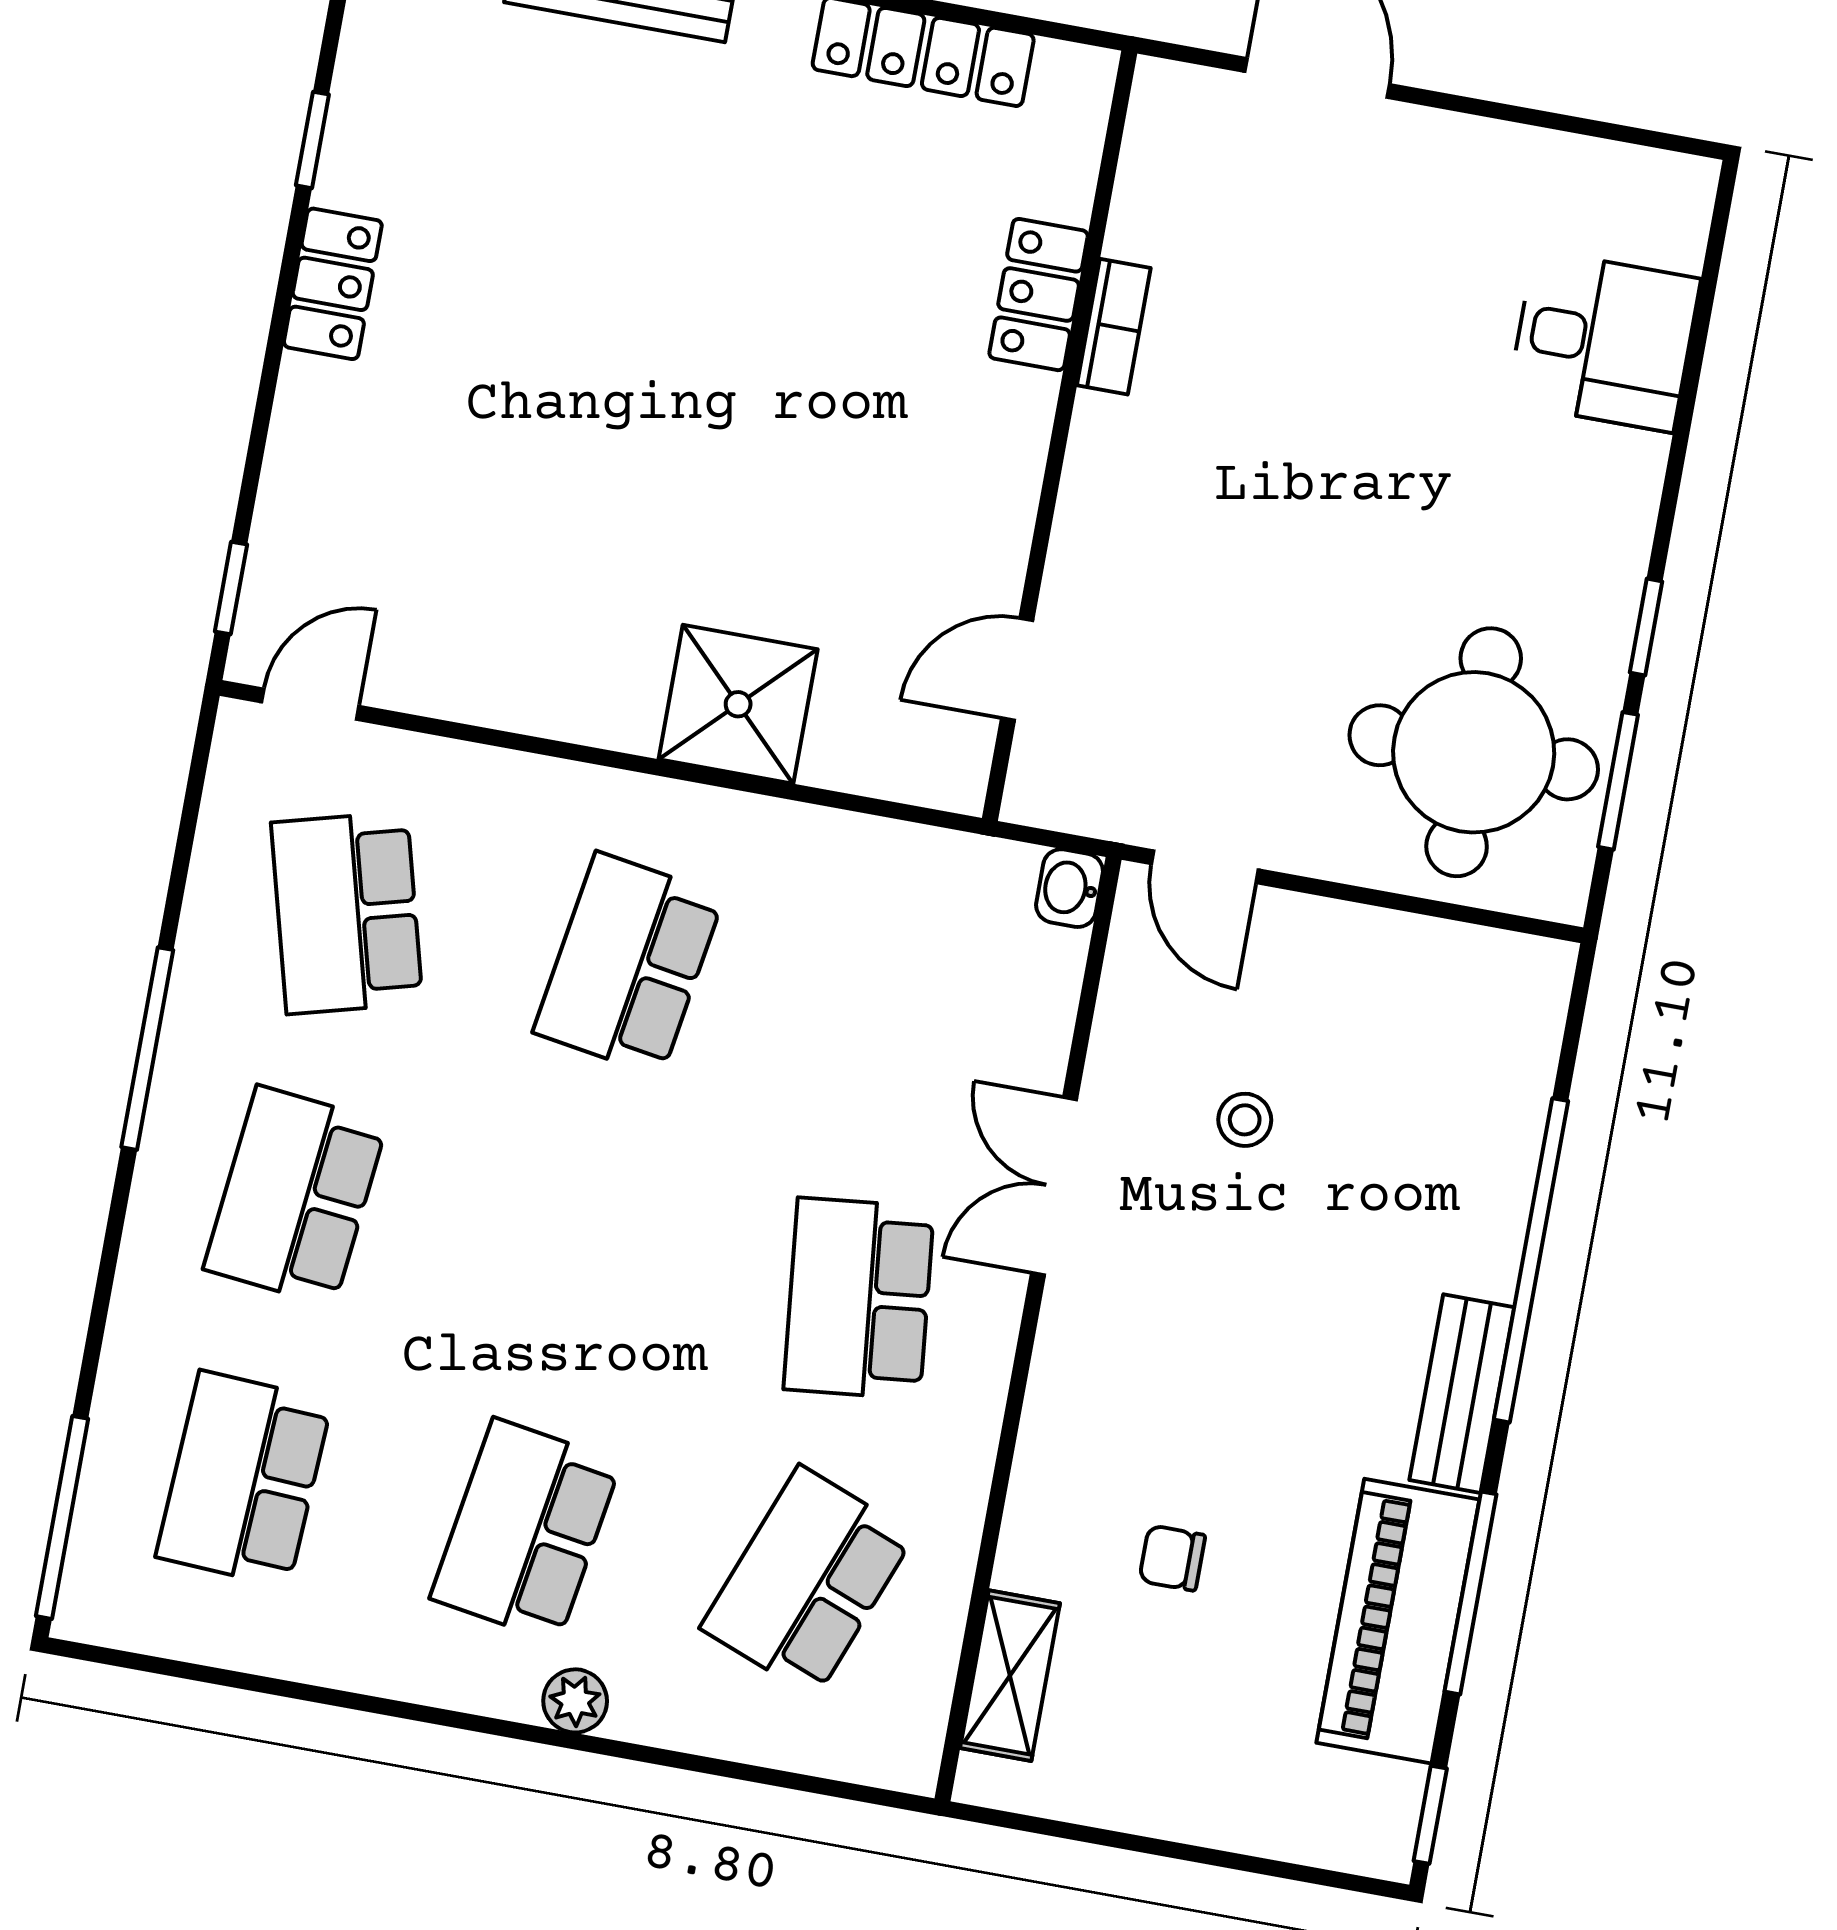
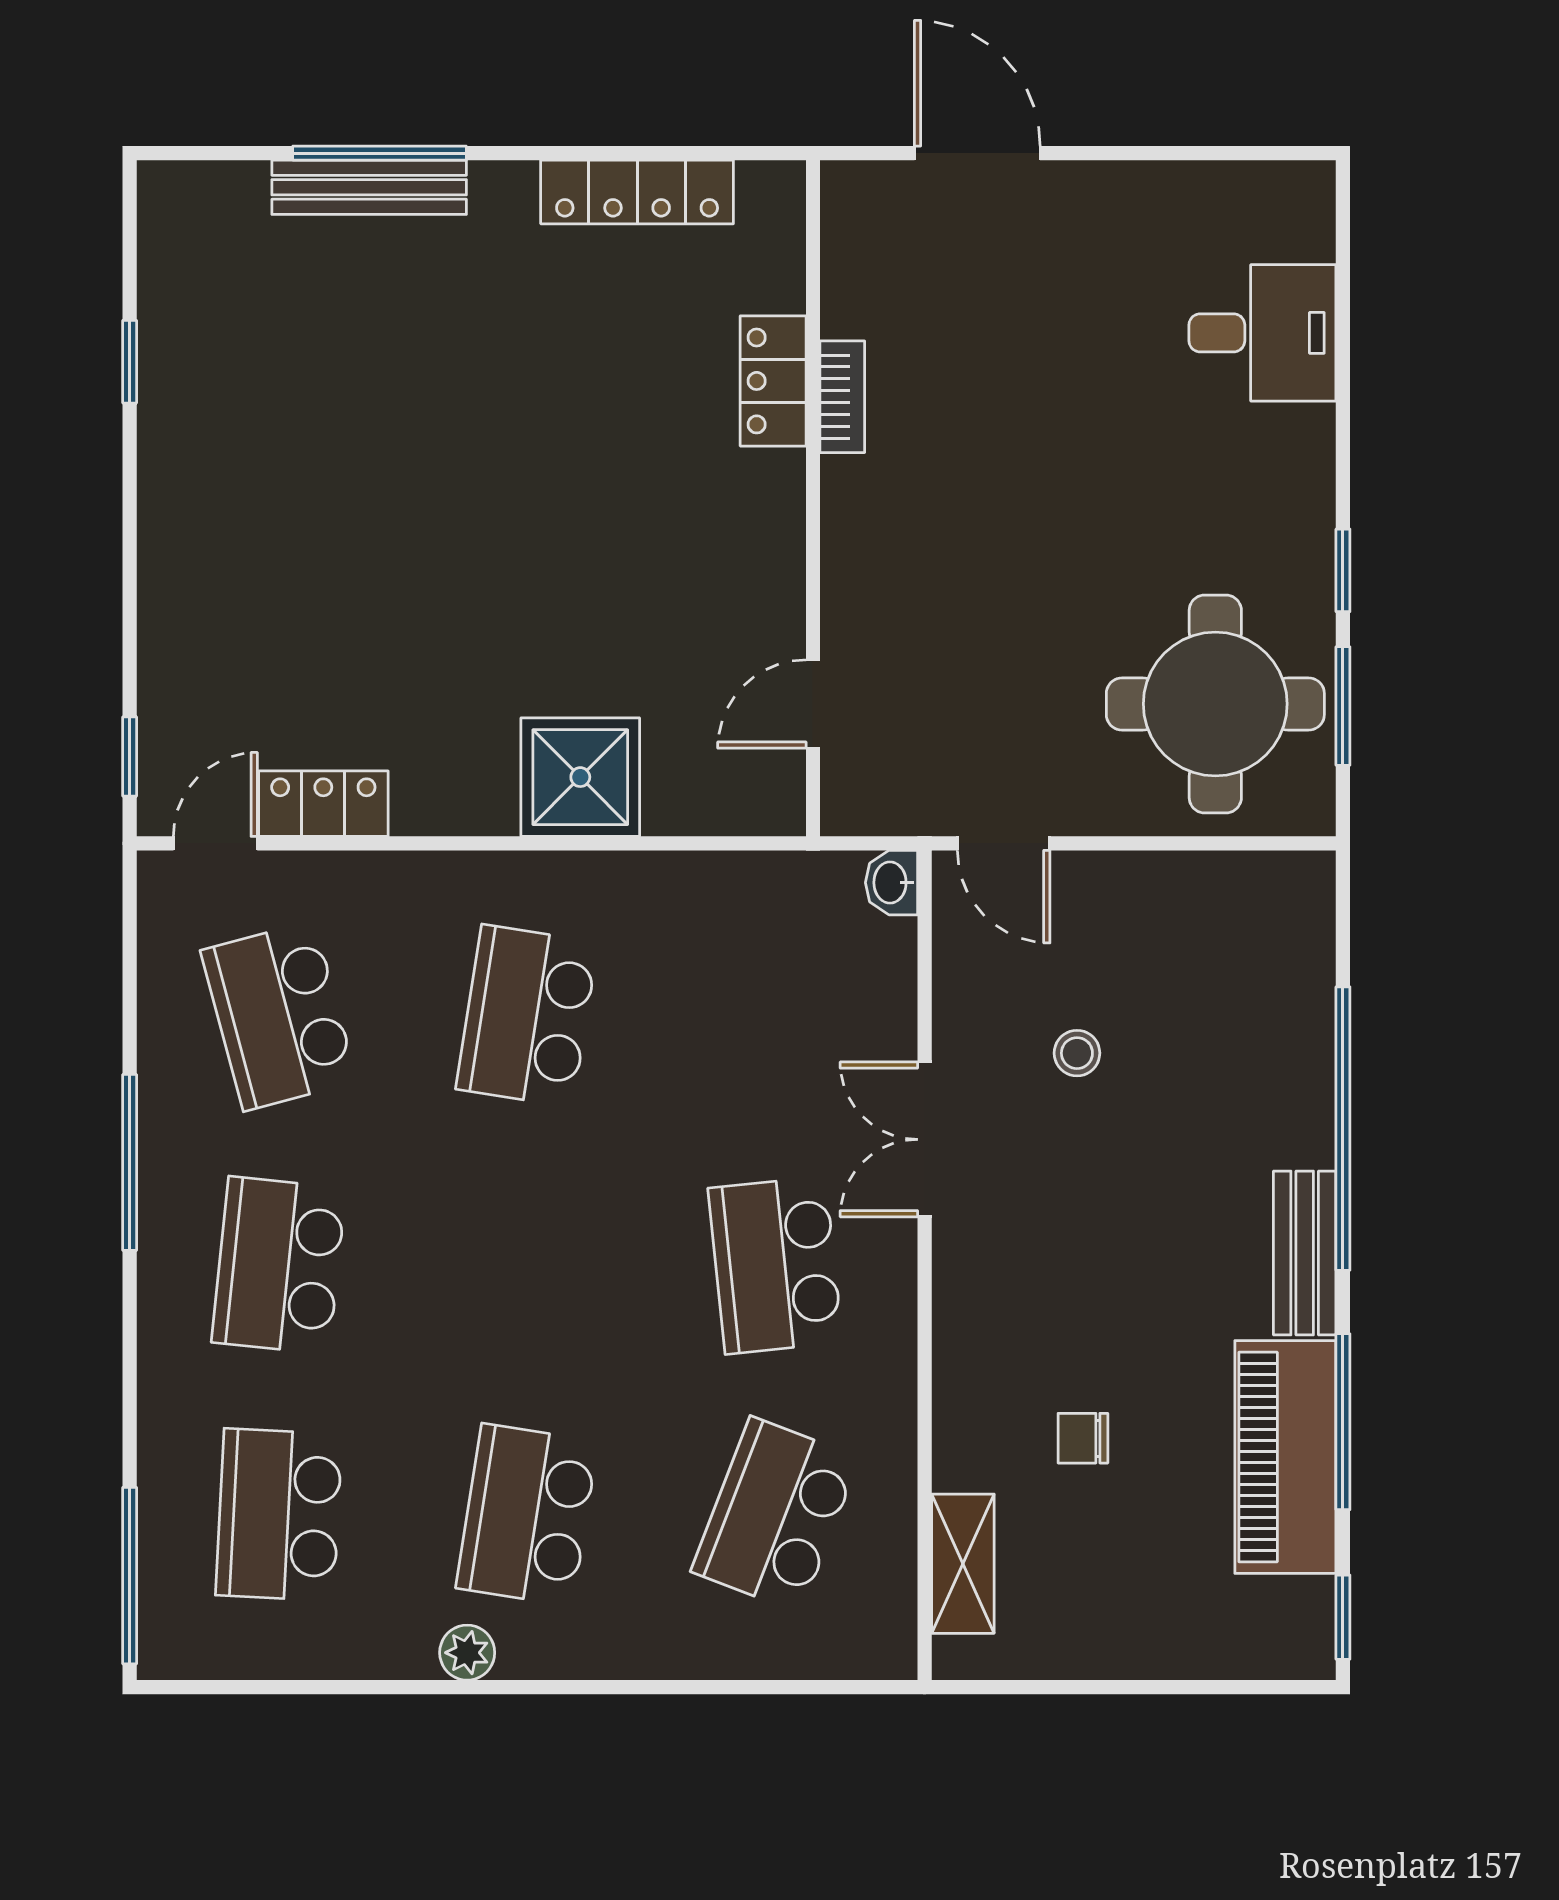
locker: (333, 284) -> (323, 804), moved, turned -90
plant: (575, 1701) -> (467, 1653), moved

